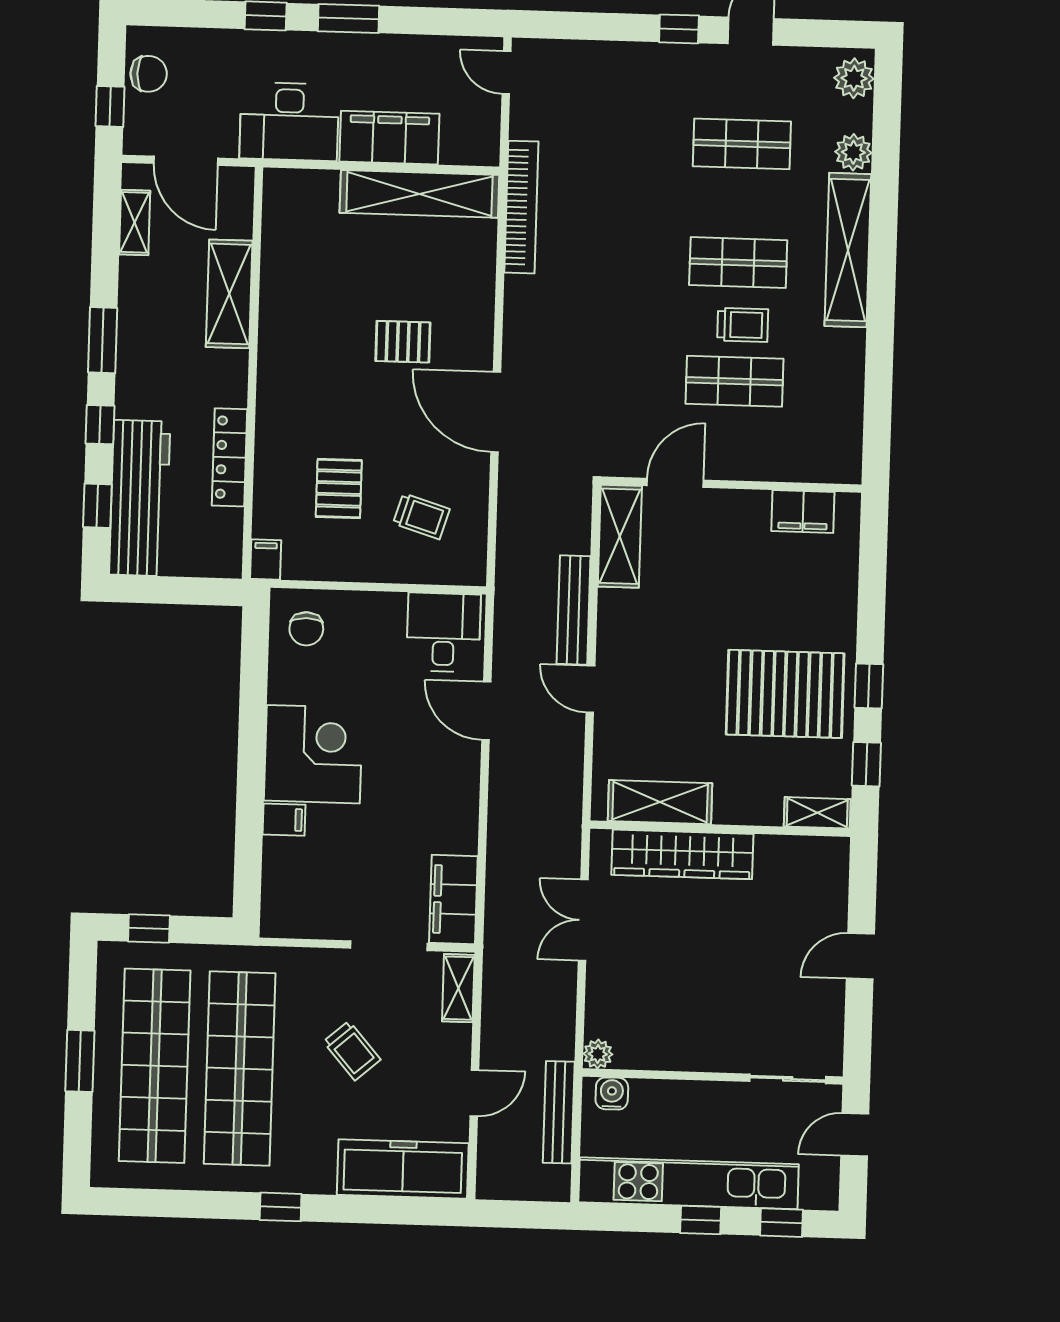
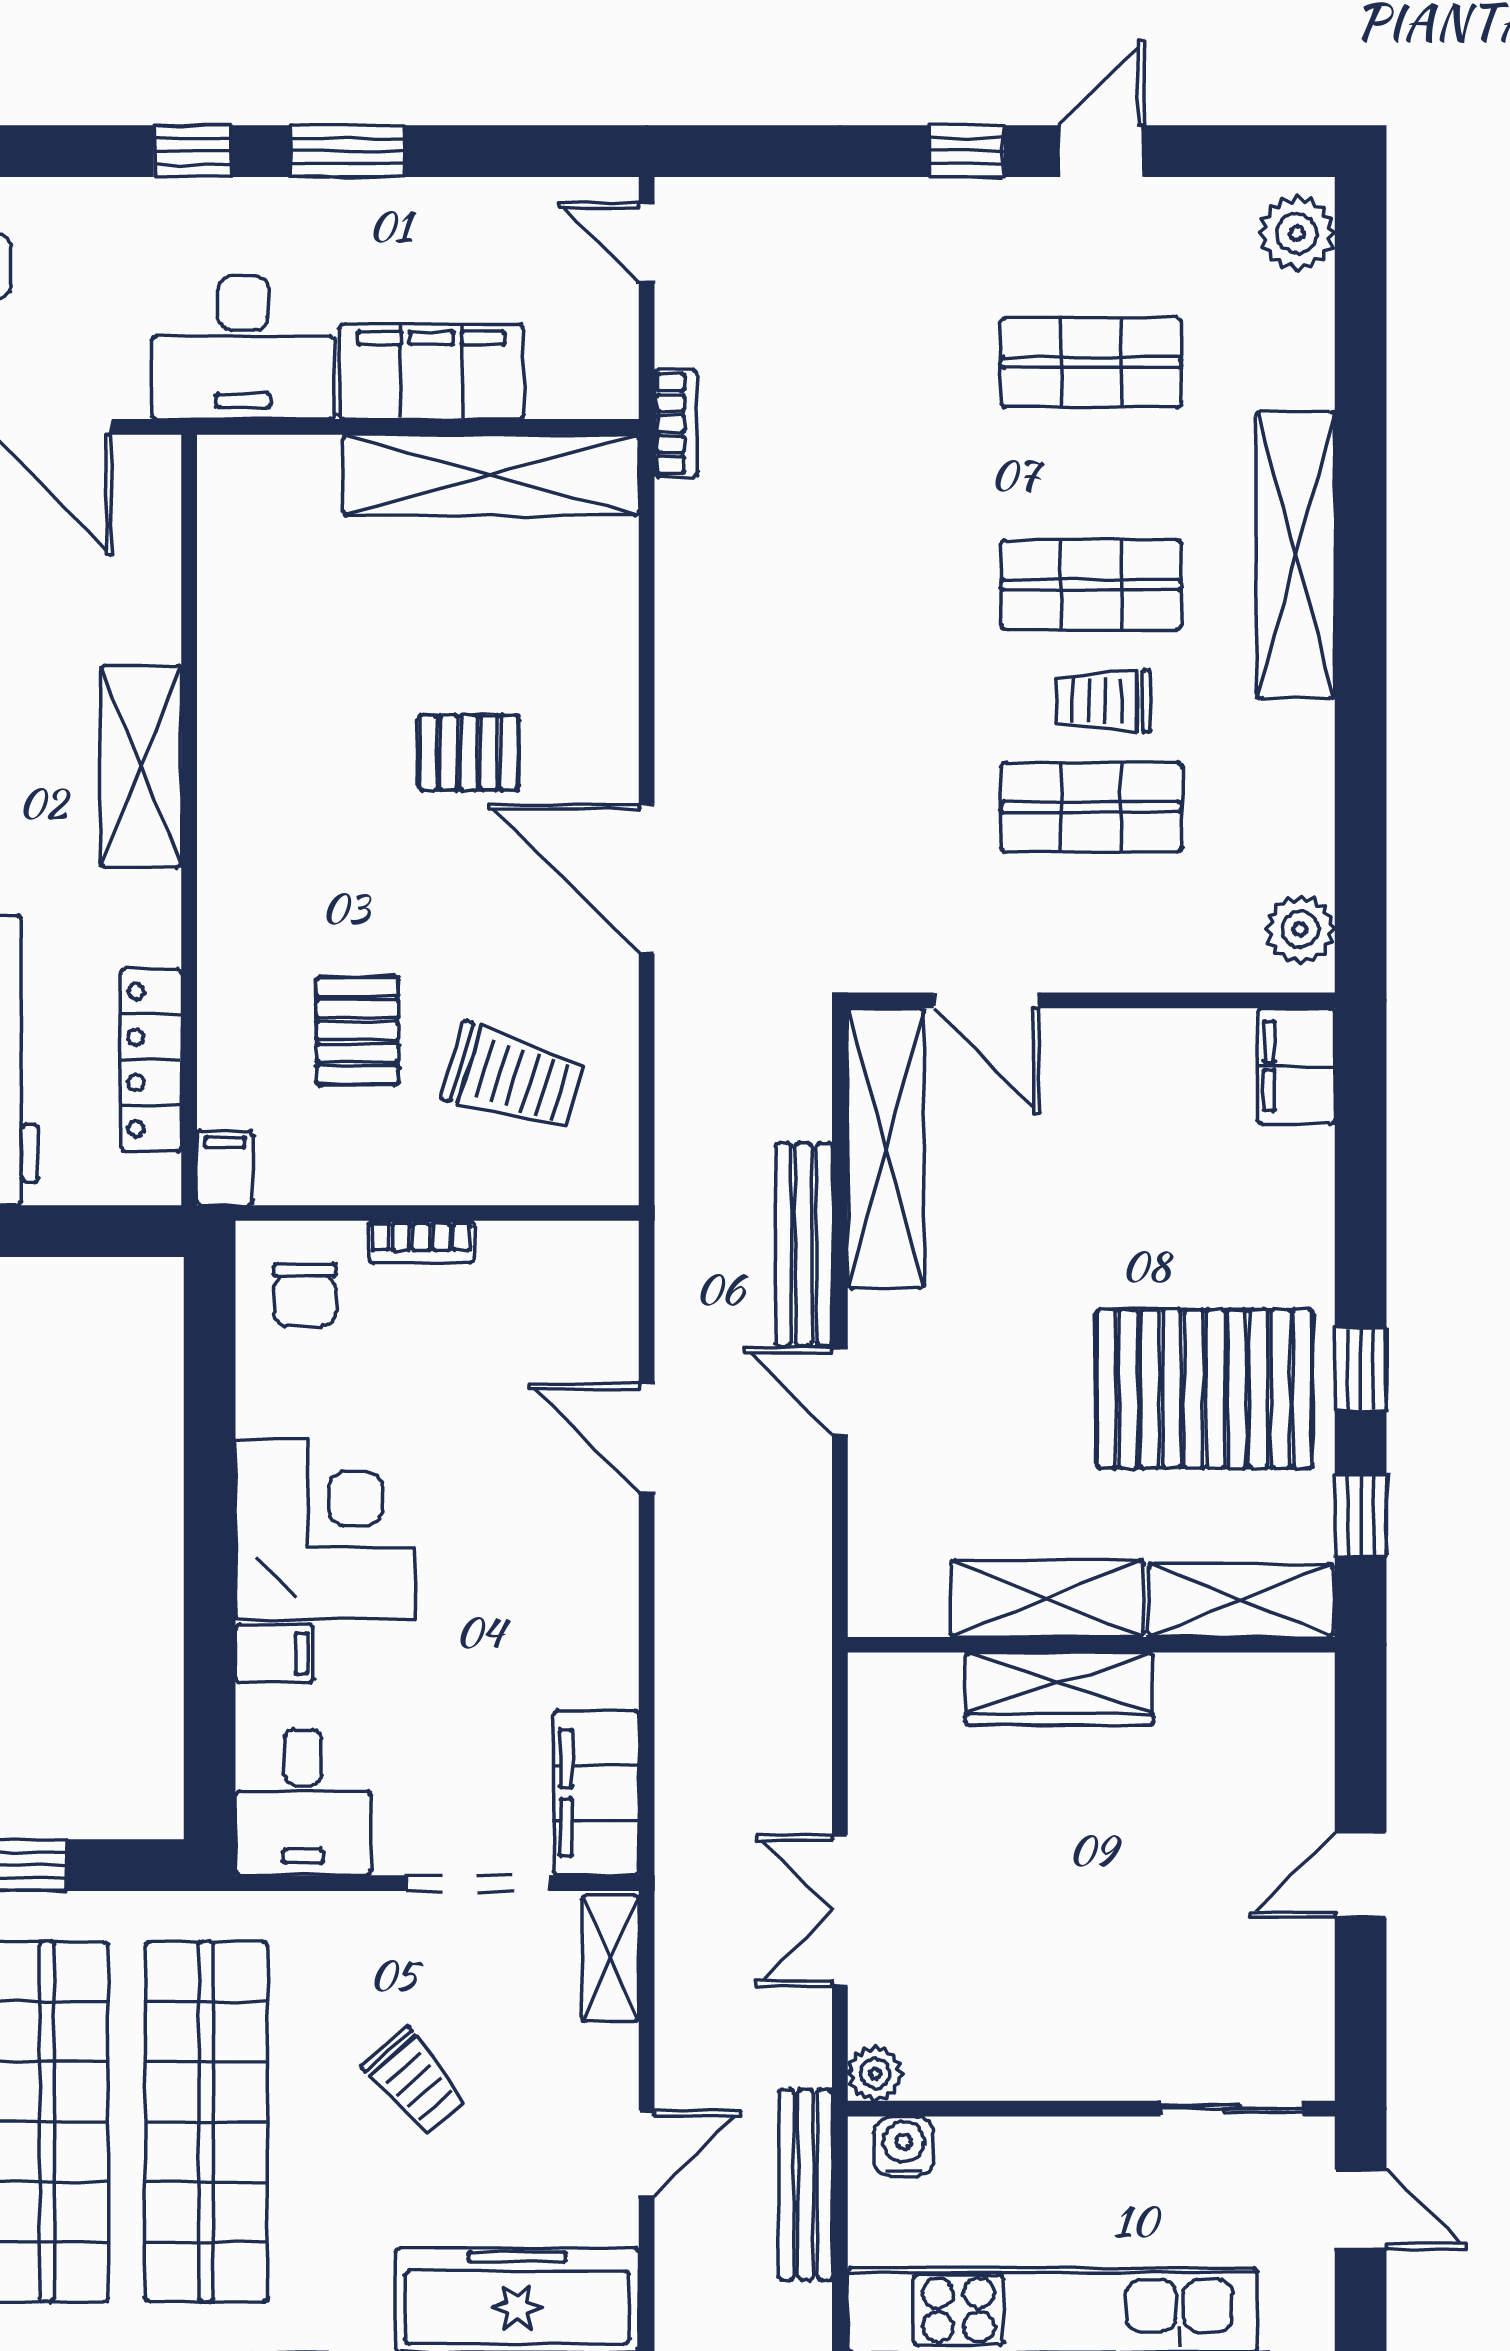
plant: (853, 152) -> (1300, 929), moved
bookcase: (521, 207) -> (676, 423), width x0.43, depth x0.76
shelving: (229, 294) -> (141, 766), moved
trolley: (743, 325) -> (1103, 701), turned 180
locker: (229, 457) -> (151, 1060), moved
door: (675, 483) -> (986, 1000), swing flipped
filing cabinet: (803, 512) -> (1296, 1066), moved, turned 90
trolley: (421, 516) -> (514, 1078), width x1.36, depth x1.39
shelving: (620, 536) -> (886, 1148), width x1.47
bookcase: (369, 602) -> (421, 1242), added
desk: (444, 632) -> (303, 1802), moved, turned 180
shelving: (660, 802) -> (1047, 1599), moved
shelving: (817, 813) -> (1241, 1600), width x1.50, depth x1.33
wardrobe: (682, 854) -> (1059, 1689), width x0.71, depth x0.85
double door: (583, 920) -> (840, 1911), moved
door: (855, 1135) -> (1361, 2209), swing flipped

